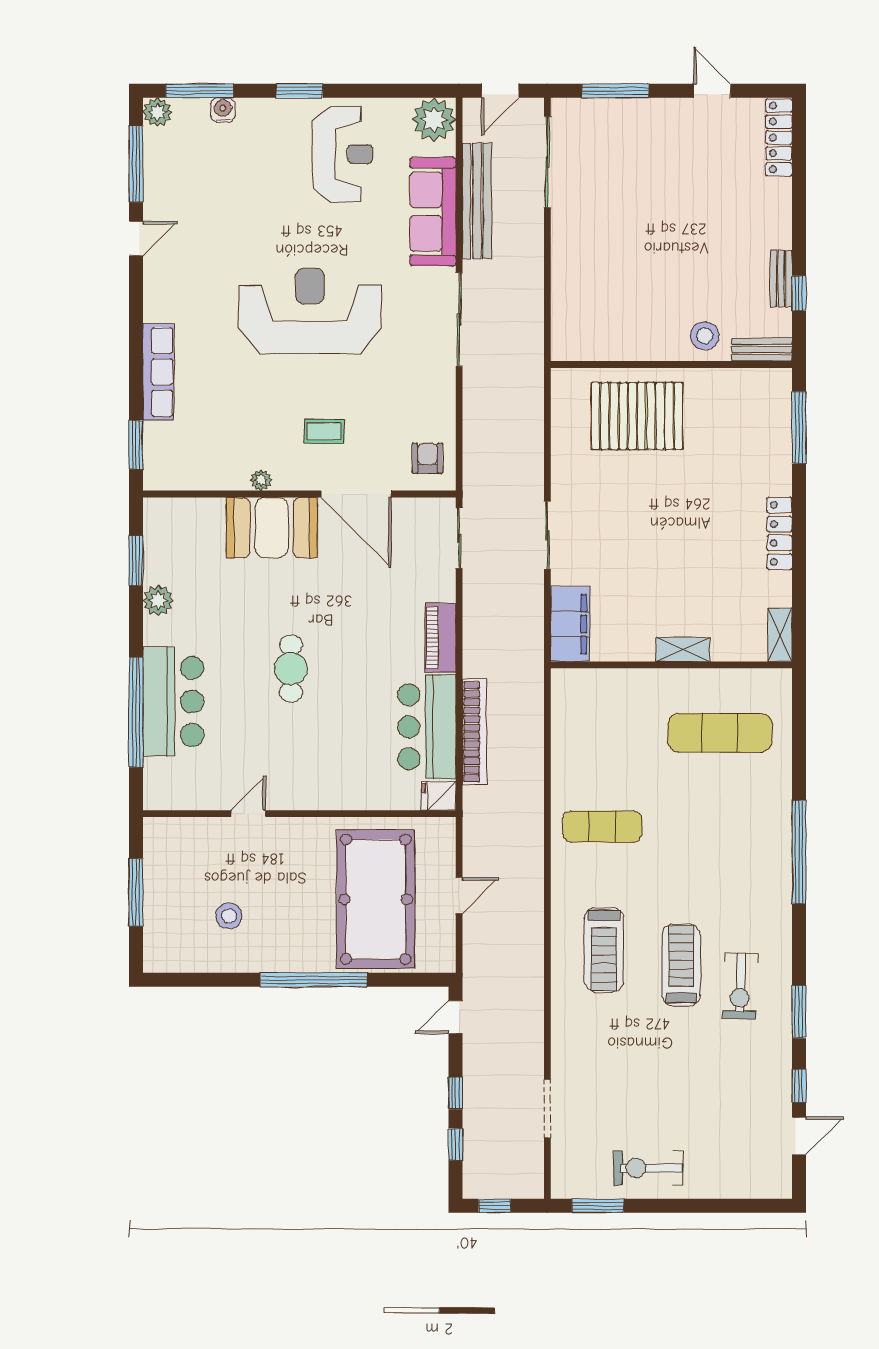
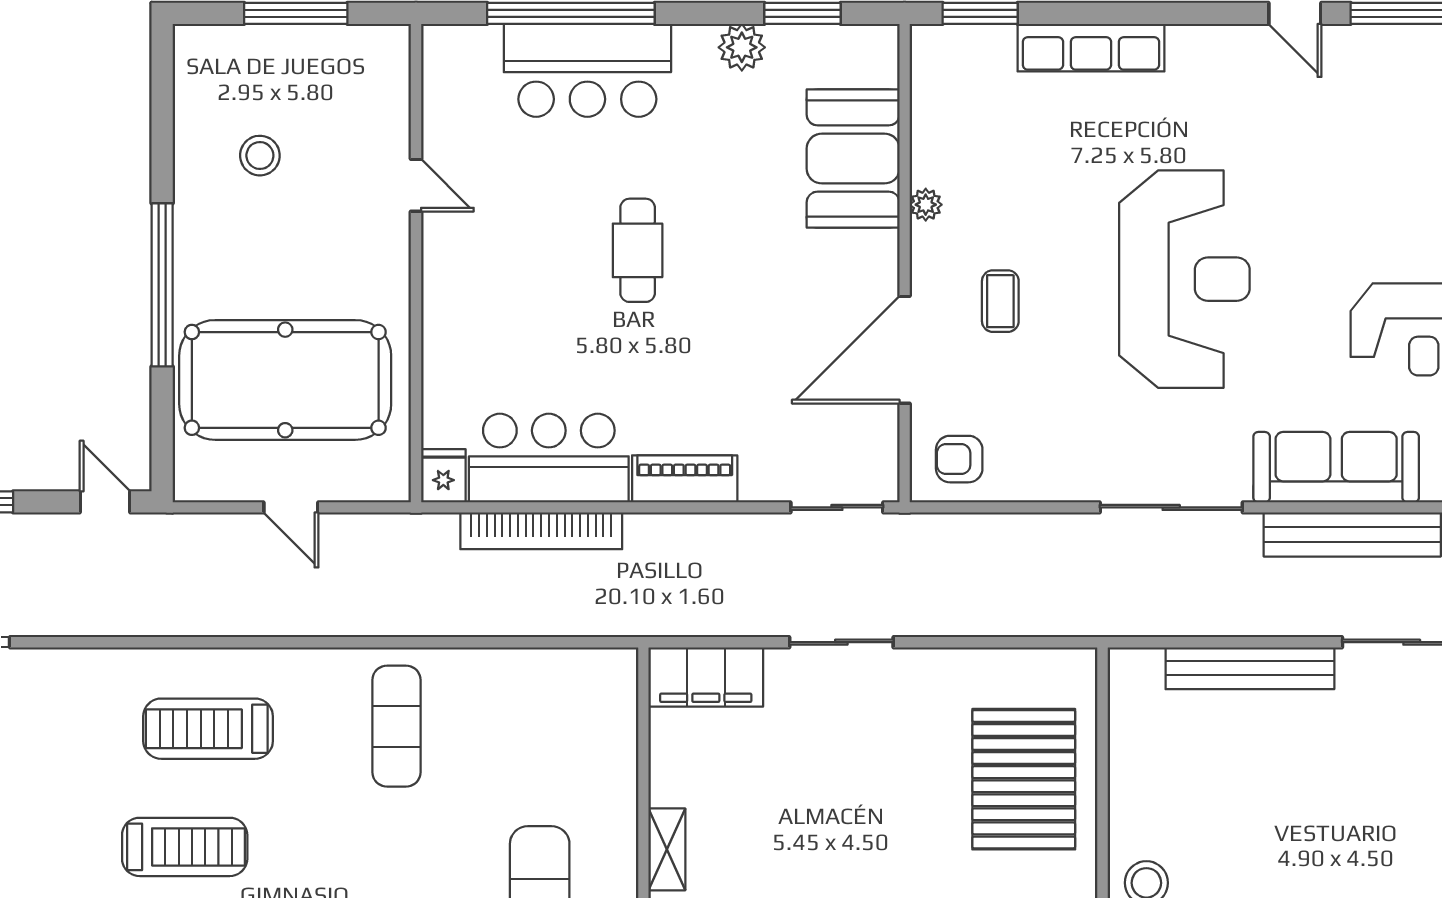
bench: (564, 268) -> (1250, 668), added
armchair: (428, 458) -> (959, 459), turned 180
booth: (272, 528) -> (853, 159), moved
cafe table: (291, 669) -> (638, 250), turned 90

